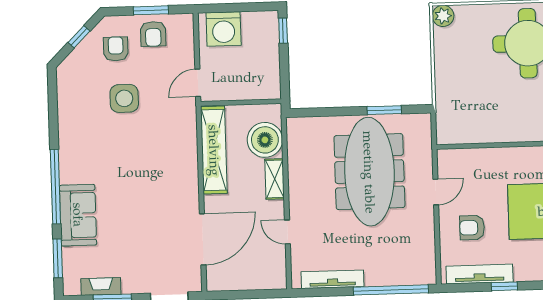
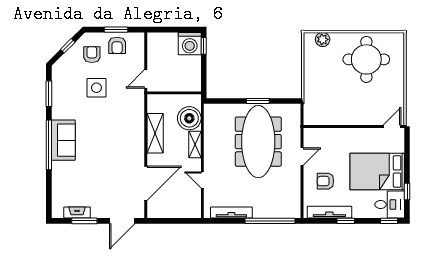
plant: (443, 16) -> (323, 39), moved
washing machine: (224, 29) -> (190, 44), moved
window: (384, 110) -> (258, 101), moved
shelving: (214, 150) -> (155, 133), width x0.68
sofa: (78, 215) -> (63, 140), moved
window: (58, 258) -> (49, 94), moved

